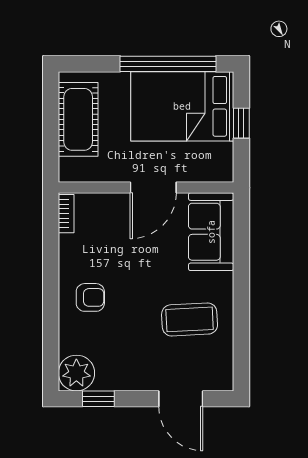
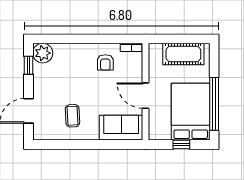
armchair: (90, 297) -> (105, 62), moved
coffee table: (190, 319) -> (72, 116), width x0.73, depth x0.77

